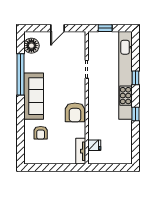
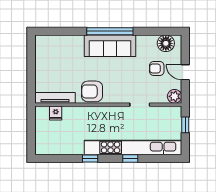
plant: (79, 38) -> (175, 96), added
window: (20, 74) -> (110, 31), moved
armchair: (41, 133) -> (157, 69), moved
tv unit: (81, 151) -> (55, 98), width x1.41

